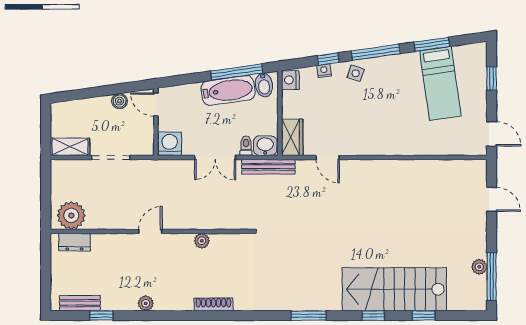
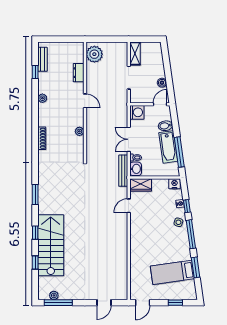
bidet: (264, 85) -> (165, 126), moved
dresser: (74, 242) -> (79, 73), moved
plant: (479, 267) -> (54, 295), moved

